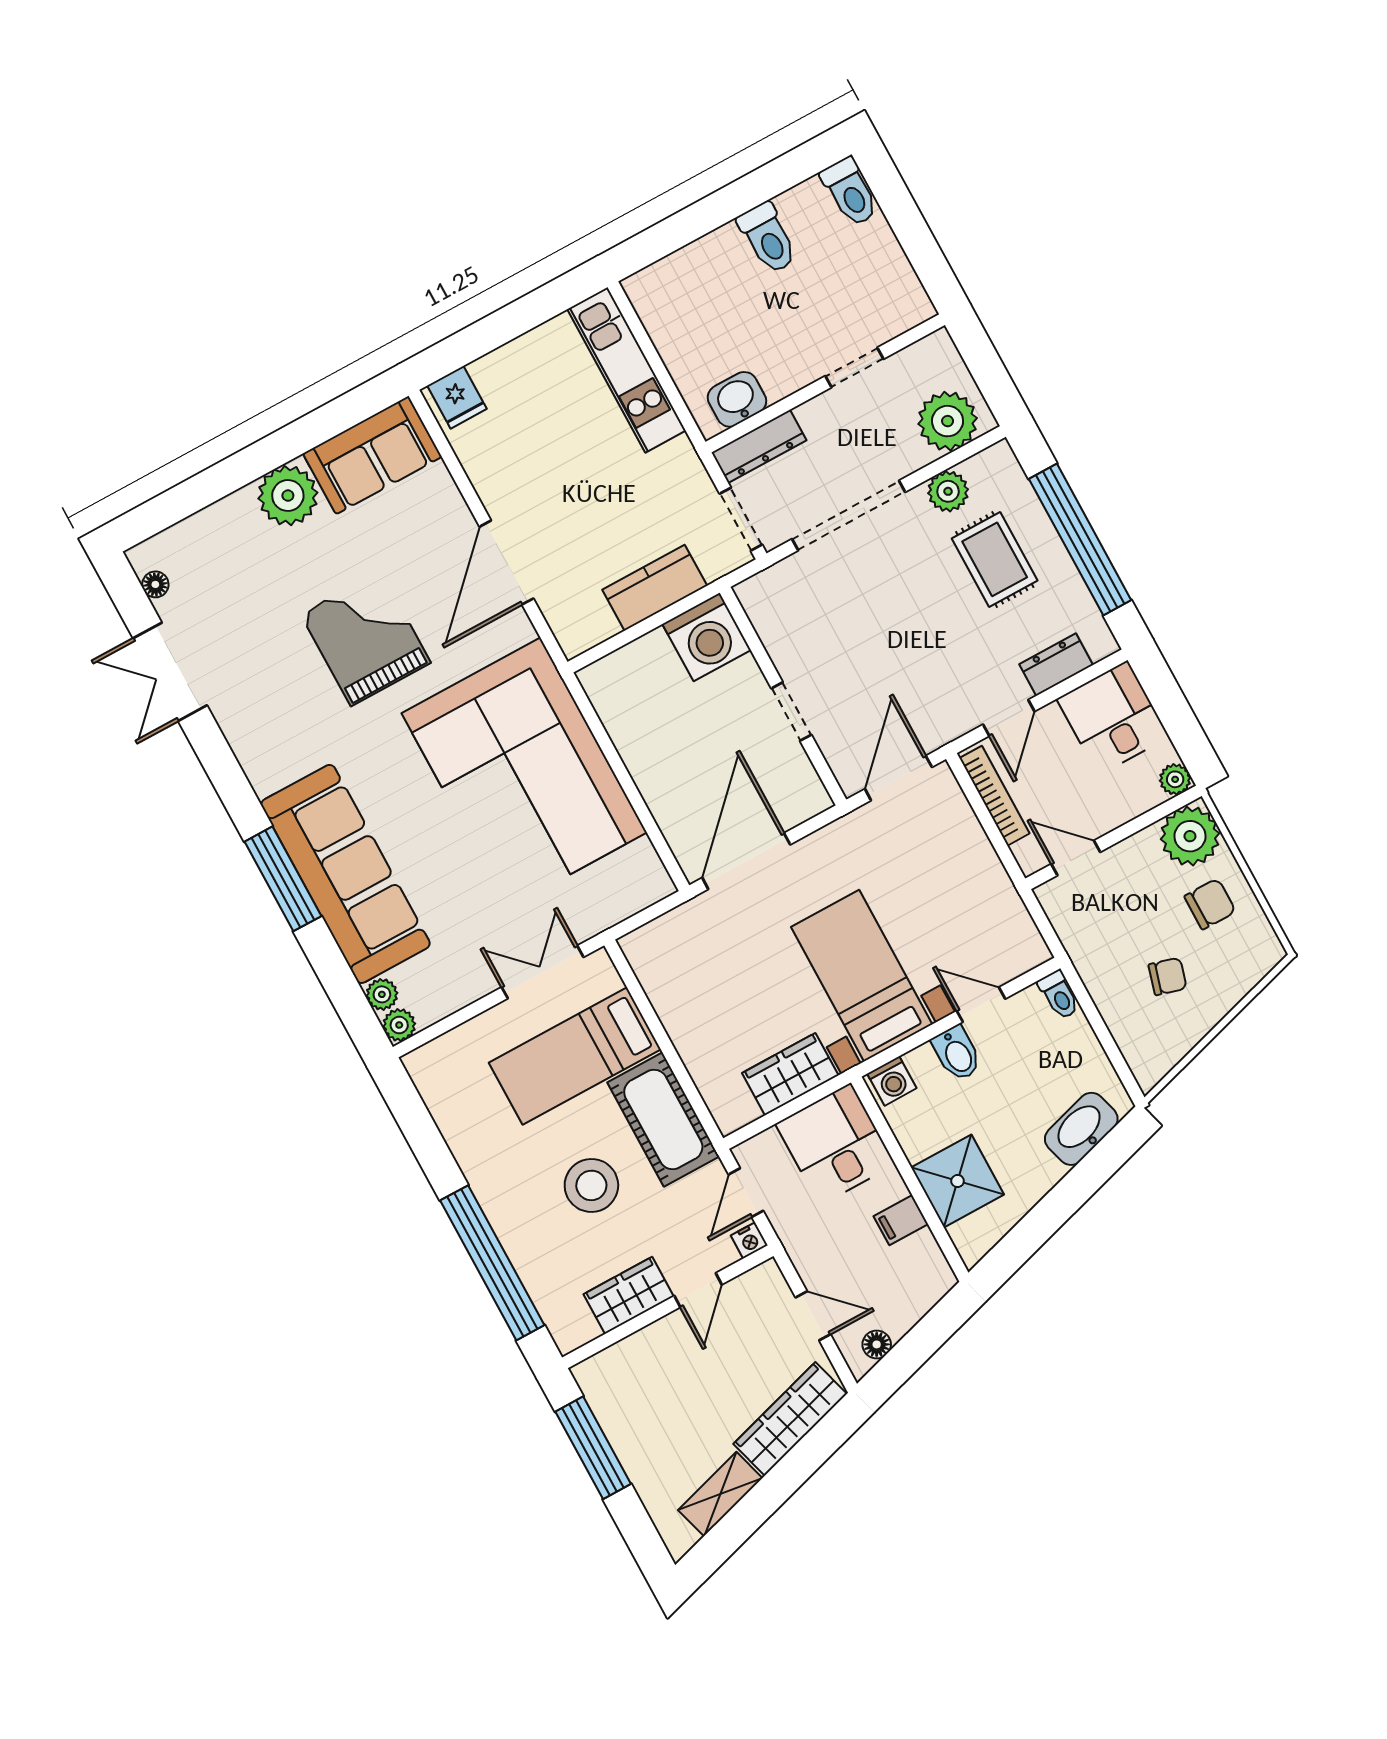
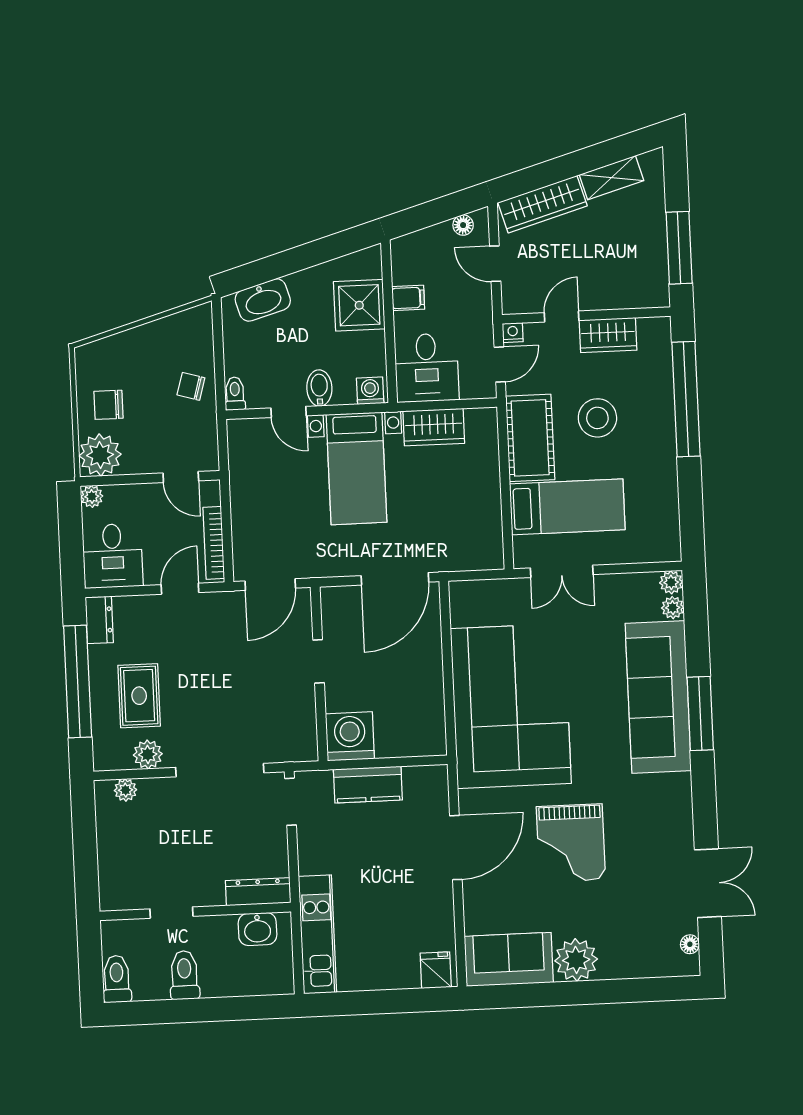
doorway: (854, 368) -> (171, 913), moved
wall: (825, 383) -> (195, 911), moved
washbasin: (737, 399) -> (257, 929), moved
plant: (948, 421) -> (125, 790), width x0.53, depth x0.53
dresser: (759, 446) -> (258, 892), moved
dresser: (1056, 665) -> (99, 620), moved, turned -90
chair: (1168, 976) -> (191, 386), moved

